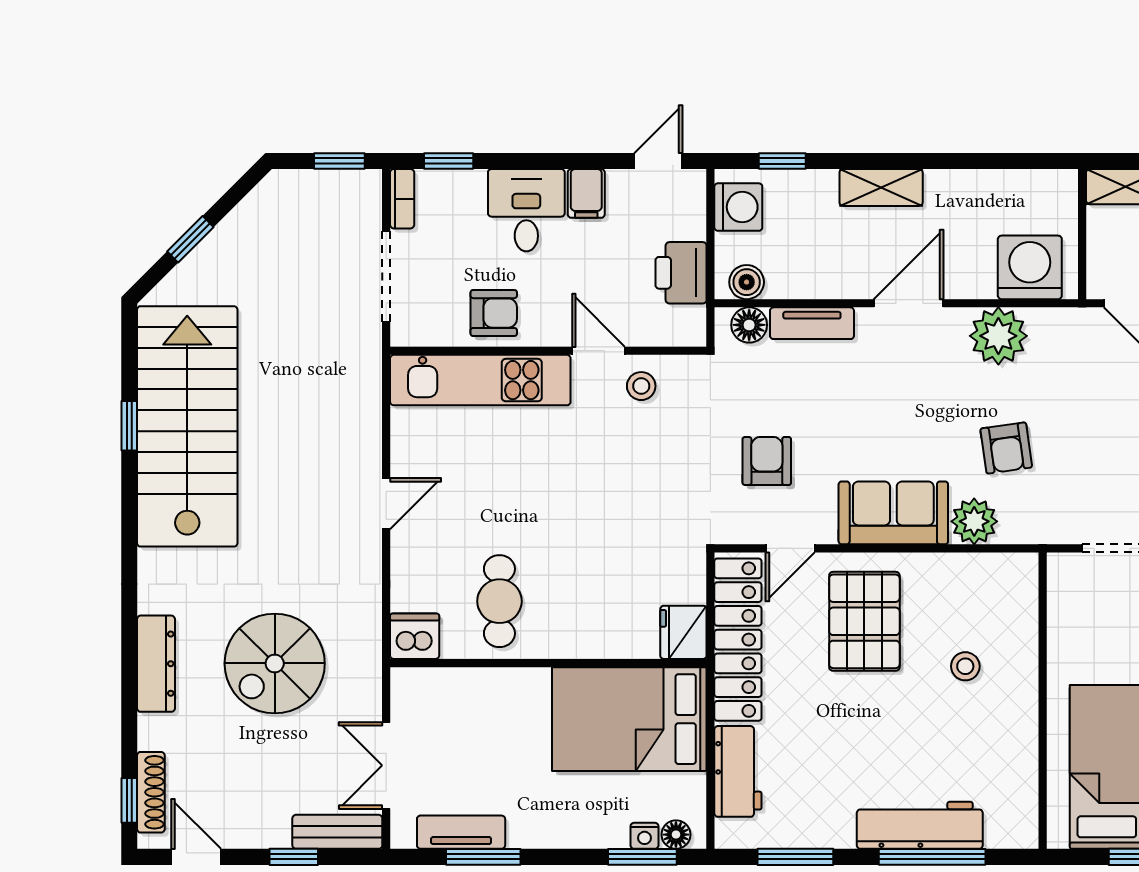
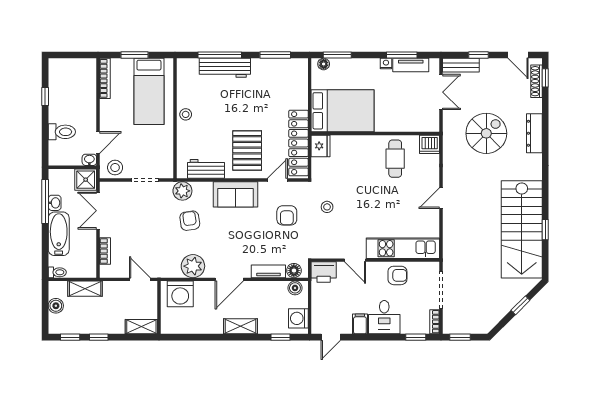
printer: (681, 273) -> (324, 272), moved, turned 90
armchair: (494, 313) -> (397, 275), turned 180
stool: (641, 386) -> (327, 207), moved
plant: (974, 521) -> (182, 191), moved
stool: (965, 666) -> (186, 114), moved
workbench: (738, 771) -> (206, 169), moved, turned 90
nightstand: (644, 836) -> (386, 64), moved

